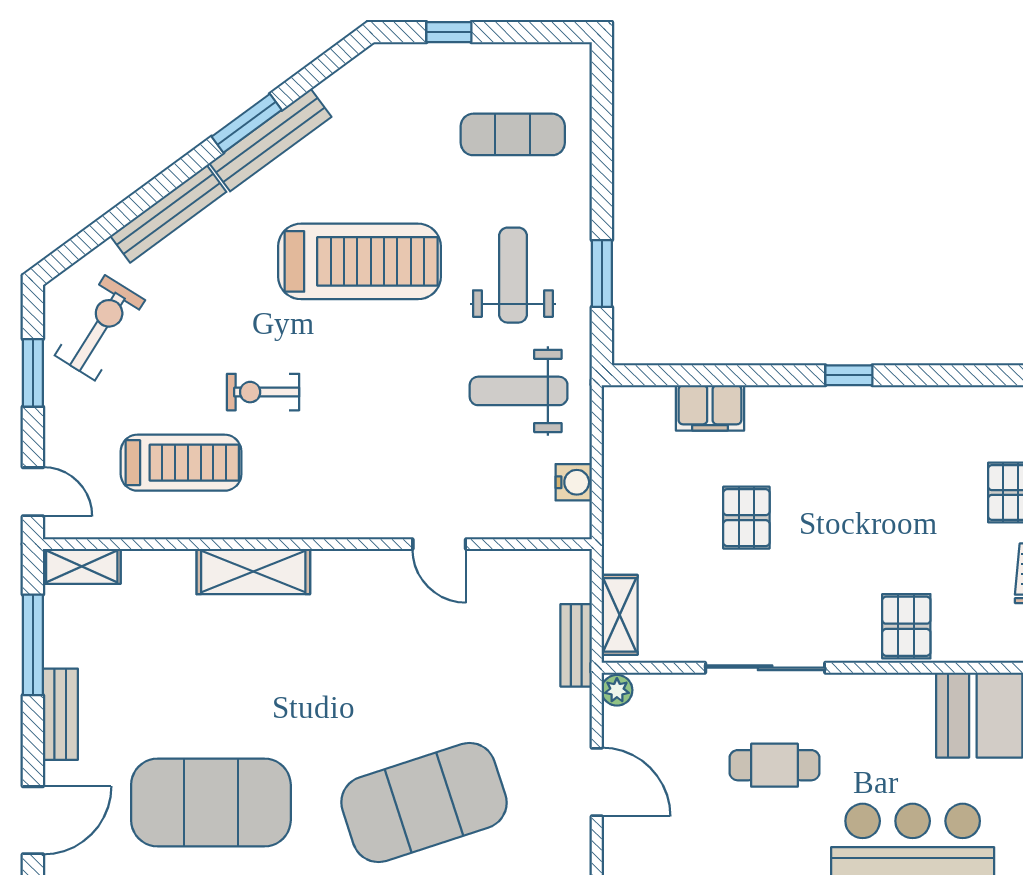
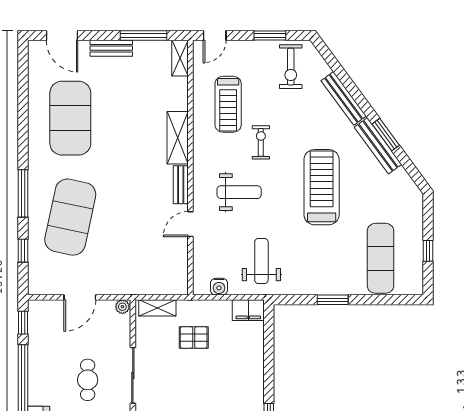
window: (449, 32) -> (428, 251), moved
exercise mat: (513, 134) -> (381, 258), width x1.36, depth x1.45
treadmill: (360, 261) -> (322, 187), turned 180
window: (602, 273) -> (333, 300), moved
weight bench: (513, 275) -> (239, 192), moved
exercise bike: (100, 328) -> (291, 67), turned 58
filing cabinet: (710, 408) -> (248, 310), moved, turned -90
pallet: (746, 518) -> (194, 337), moved
bench: (576, 645) -> (181, 185), moved, turned 90
exercise mat: (424, 802) -> (70, 217), turned 30

